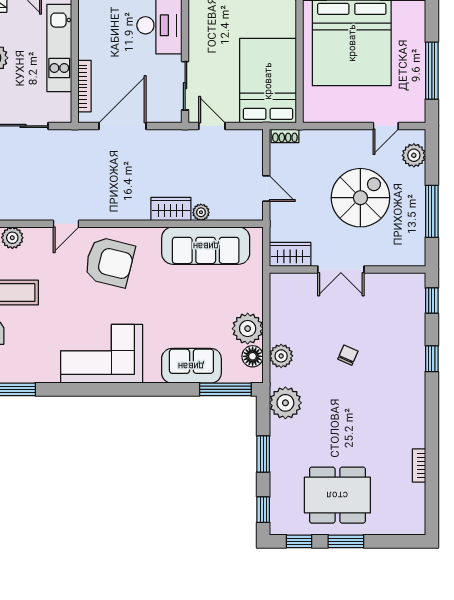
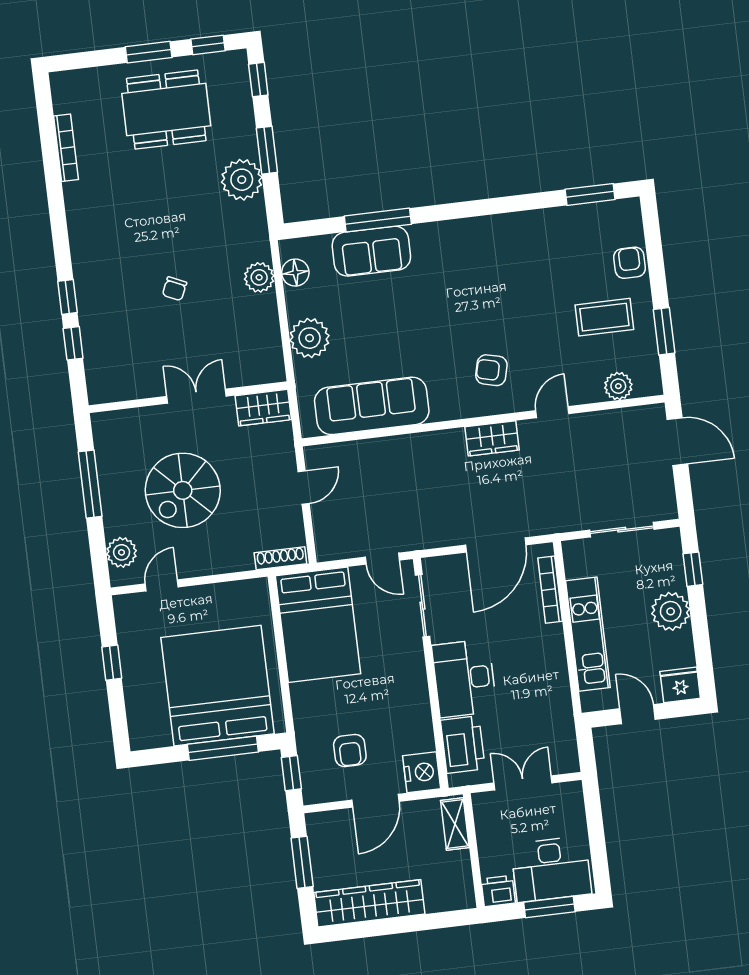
window: (432, 71) -> (112, 663), width x0.46
shoe rack: (285, 136) -> (280, 558), width x1.43
door: (266, 188) -> (304, 488), swing flipped
wardrobe: (171, 209) -> (492, 438), moved
plant: (201, 212) -> (383, 447), removed
armchair: (109, 262) -> (491, 370), width x0.53, depth x0.53
window: (432, 301) -> (73, 343), moved
plant: (248, 329) -> (310, 338), moved
corner sofa: (102, 354) -> (487, 253), removed
window: (225, 389) -> (378, 220), moved
plant: (285, 403) -> (242, 180), moved
bookcase: (419, 466) -> (66, 148), width x1.56

